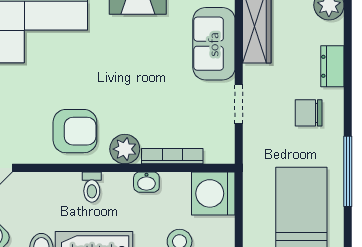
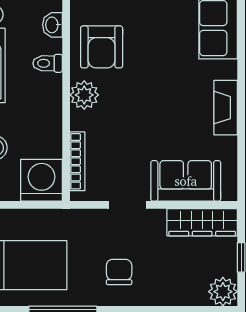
dresser: (332, 66) -> (164, 295), removed
bookcase: (172, 156) -> (77, 161), moved
washbasin: (146, 182) -> (52, 25), moved

